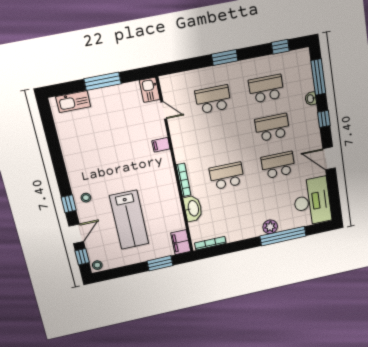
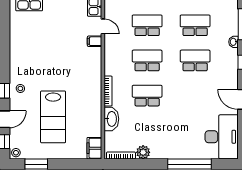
filing cabinet: (161, 145) -> (95, 41), moved
school desk: (278, 165) -> (147, 60), moved
plant: (270, 227) -> (143, 152), moved
window: (160, 263) -> (36, 164), moved

